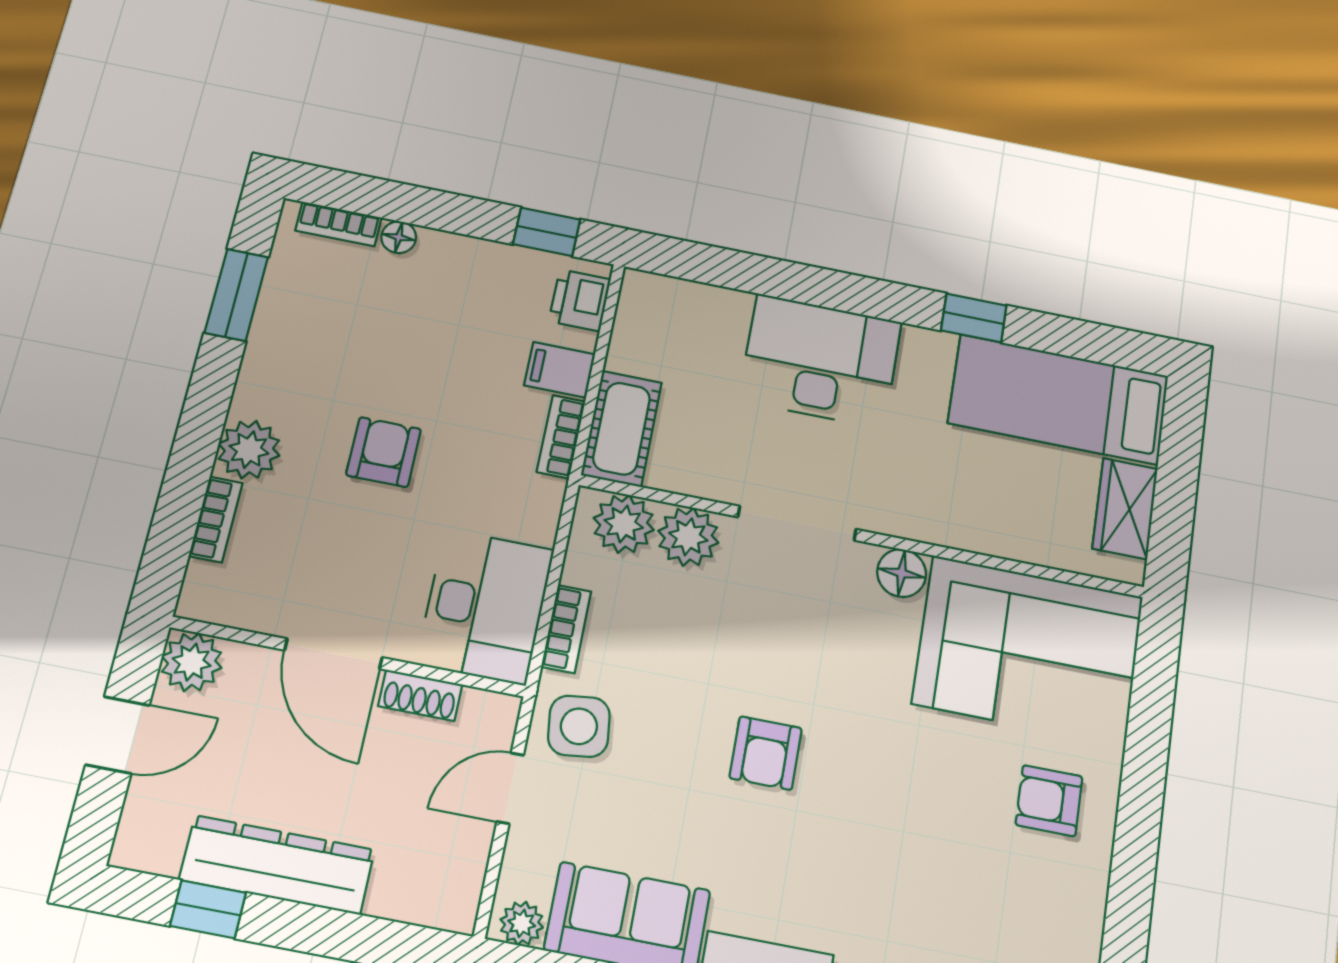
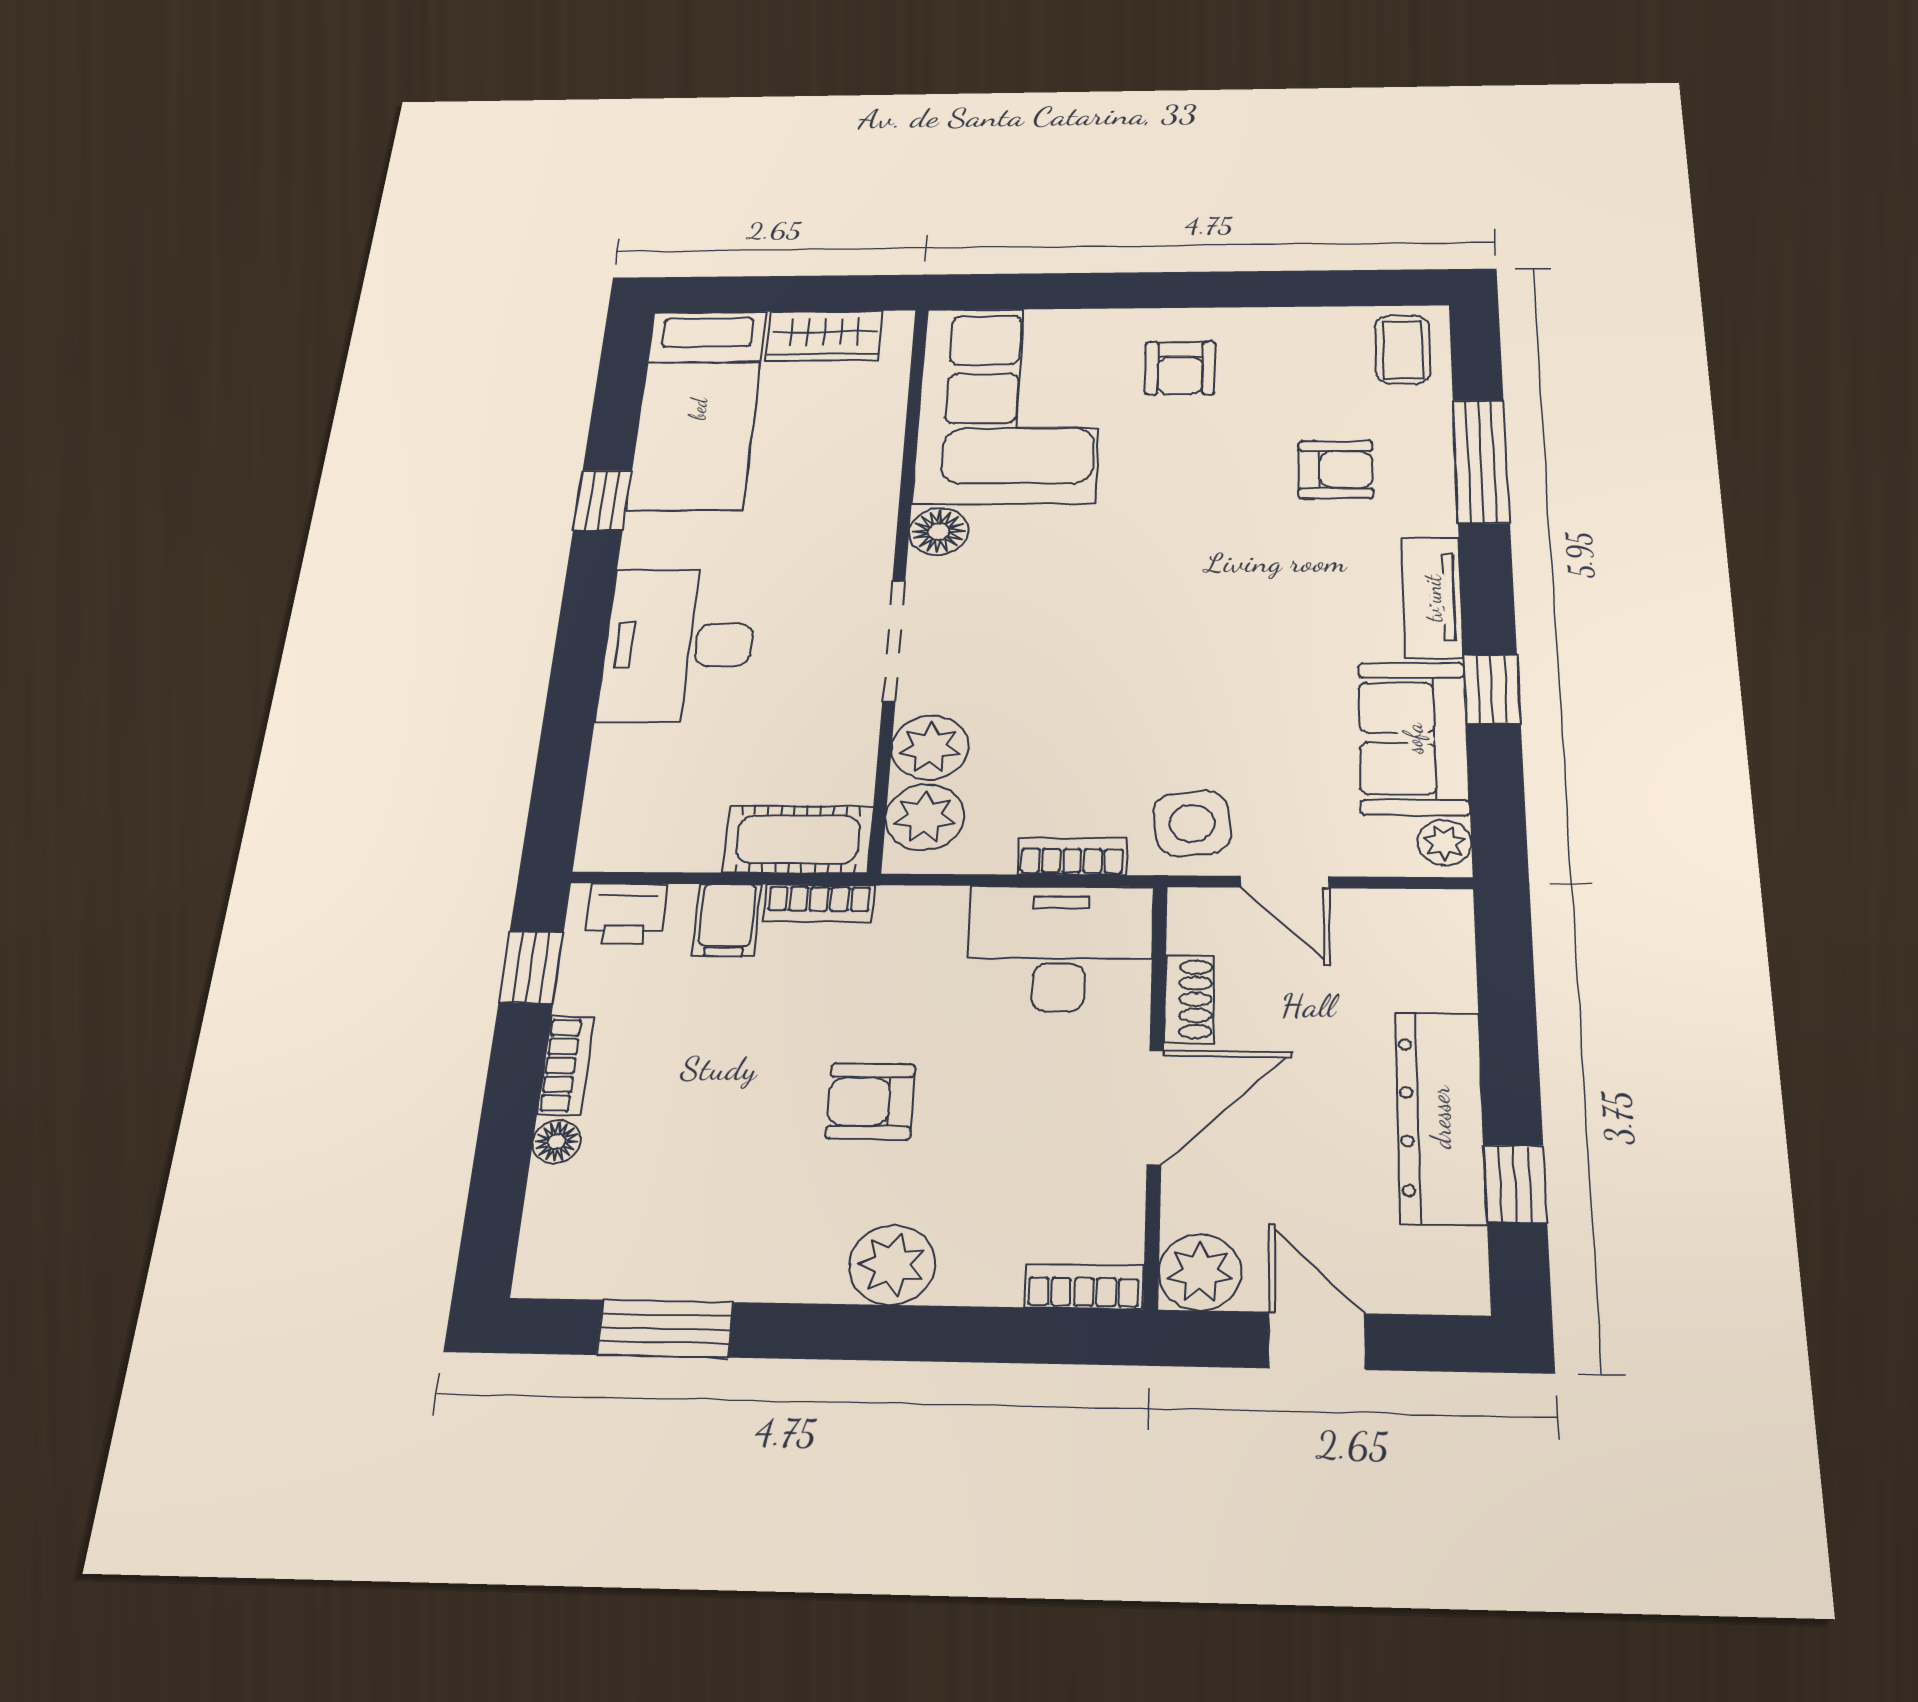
bookcase: (338, 224) -> (566, 1065), moved
bookcase: (216, 519) -> (1084, 1287), moved
armchair: (766, 753) -> (1336, 470), moved

